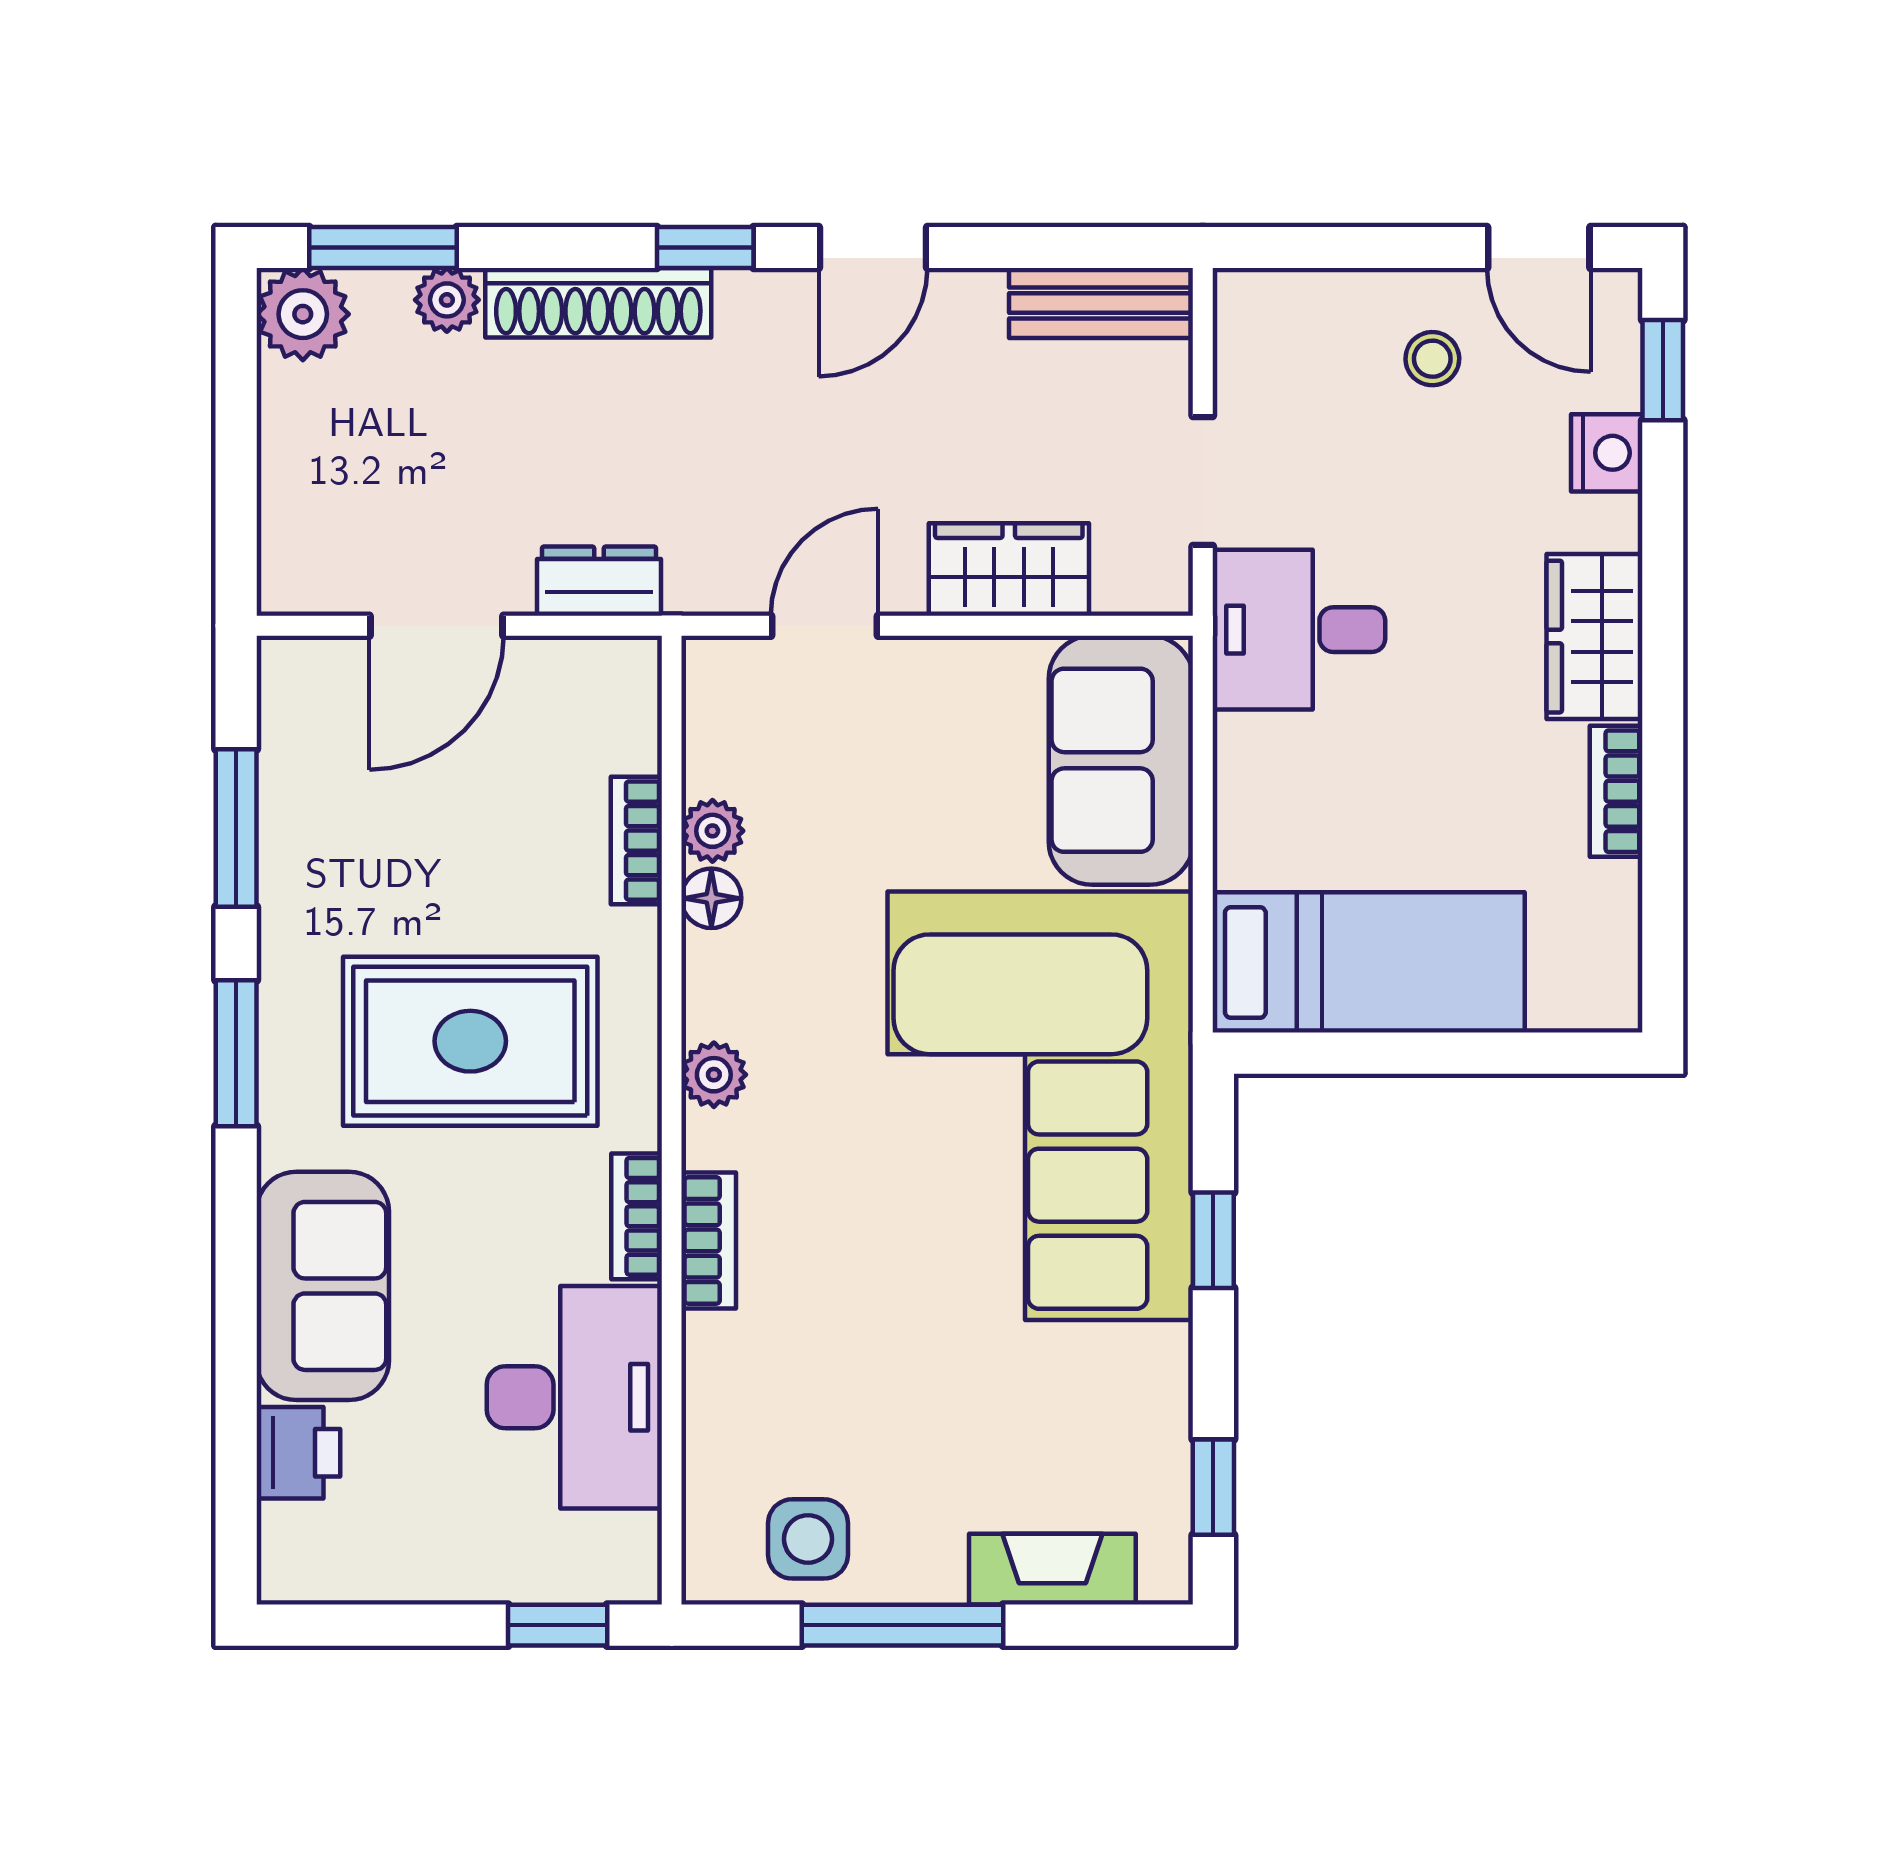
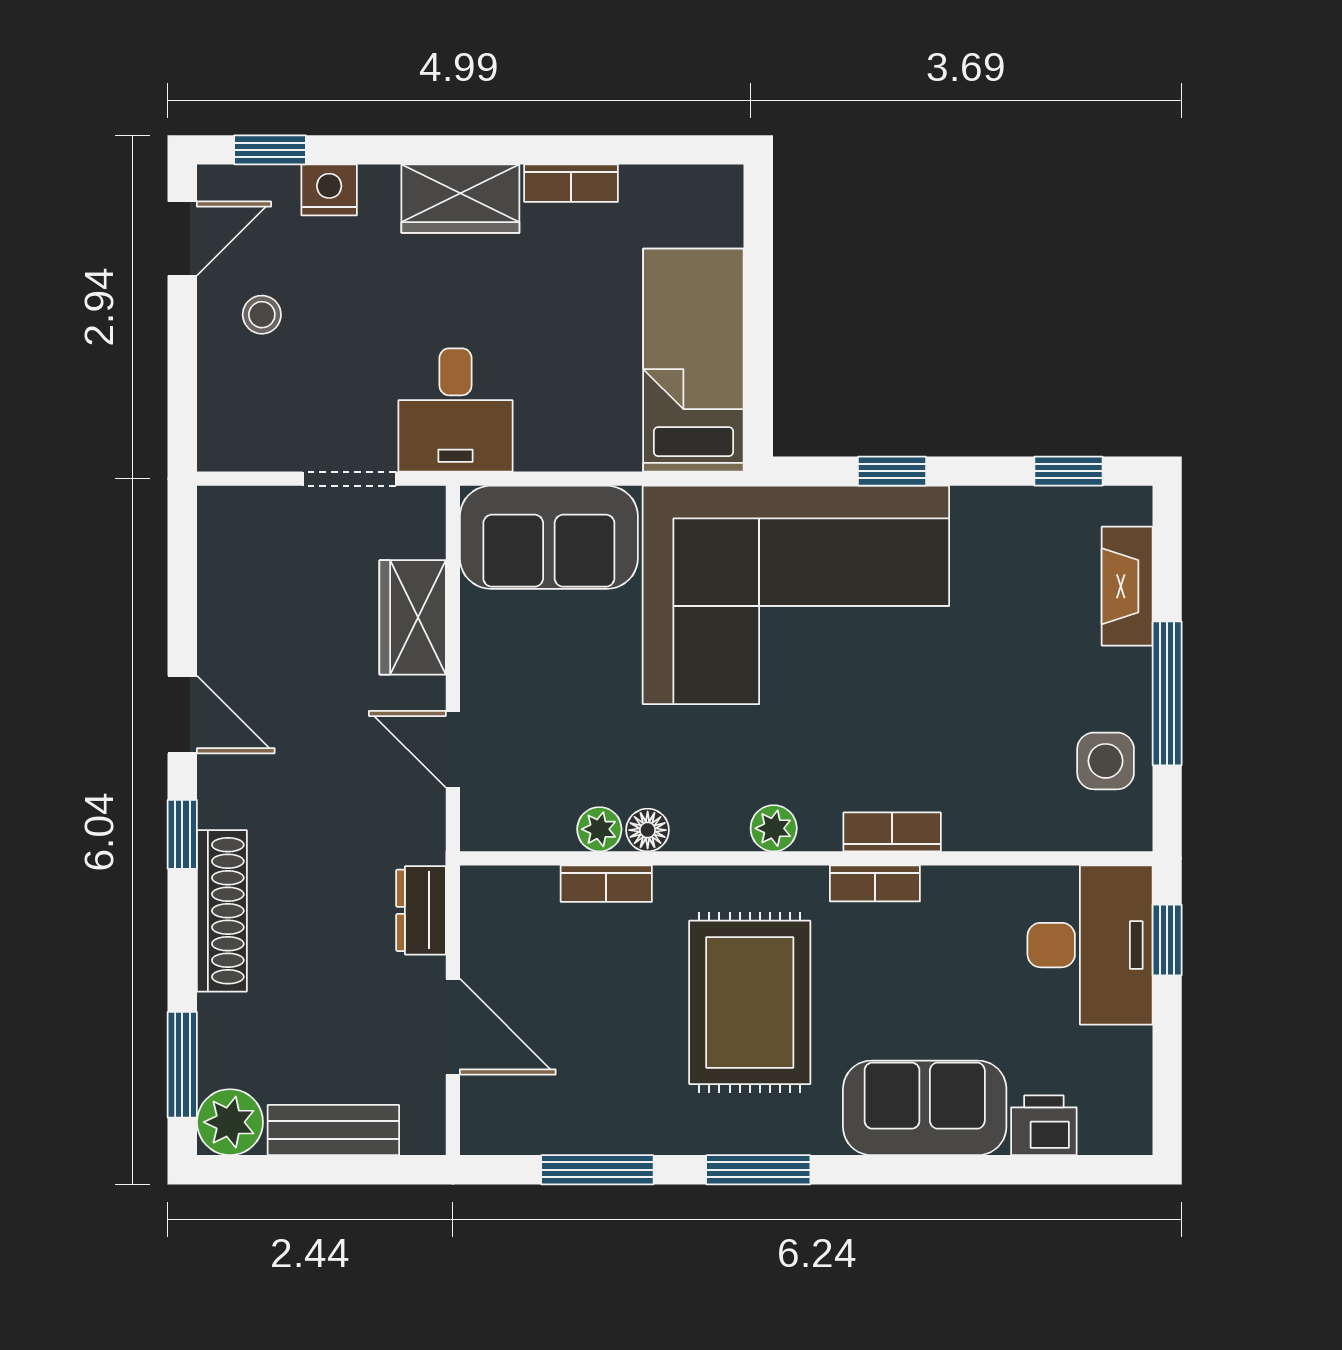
plant: (447, 300) -> (220, 1019), removed
bench: (1101, 303) -> (333, 1130), moved, turned 90
desk: (574, 1397) -> (1090, 945), moved, turned 90

